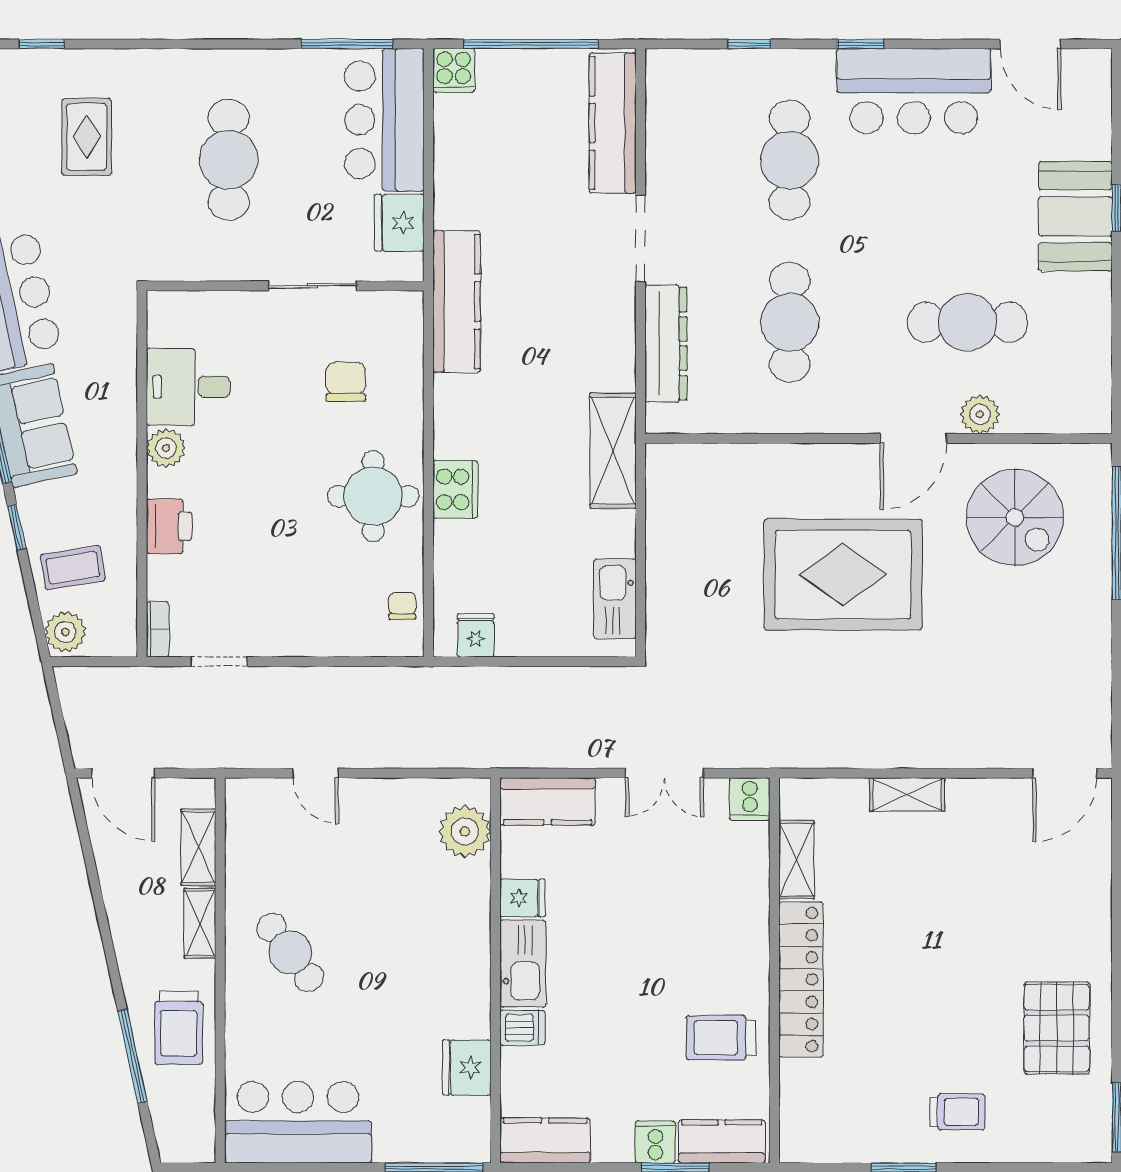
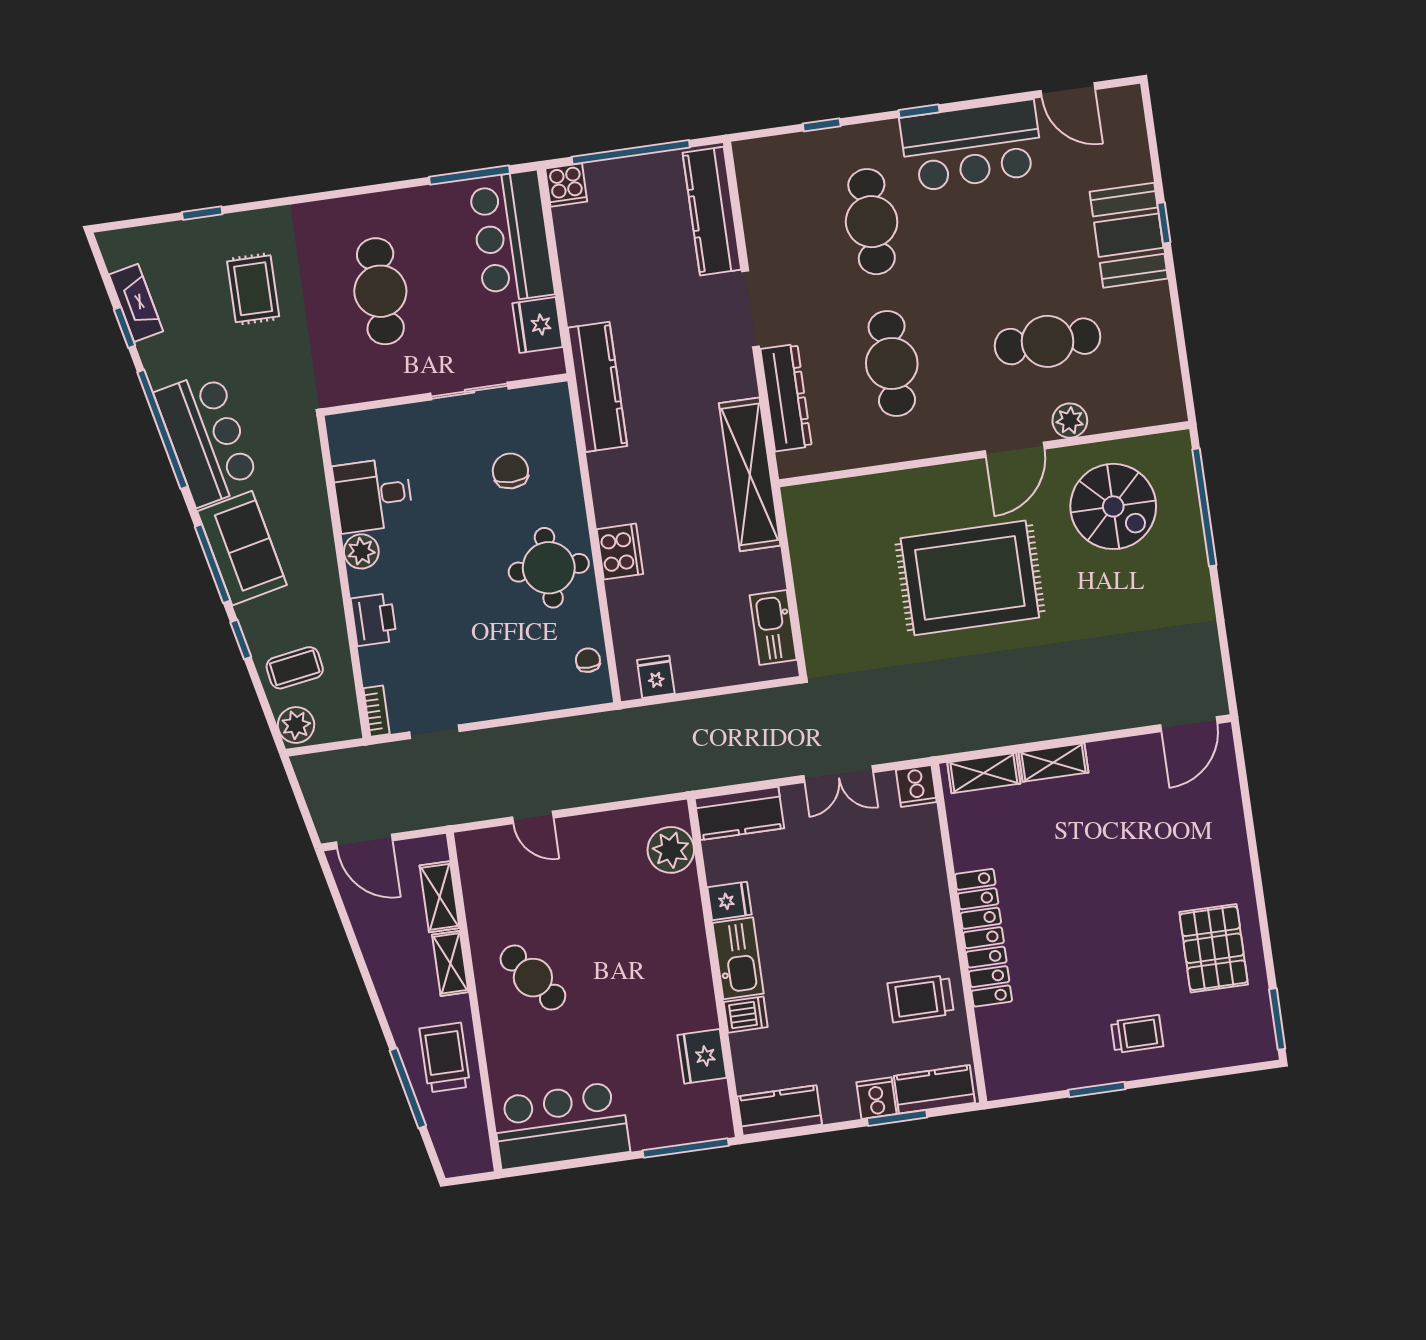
shelving: (613, 451) -> (750, 474), width x1.47
shelving: (797, 860) -> (984, 773), moved, turned 90
trolley: (179, 1028) -> (445, 1057), turned 180

